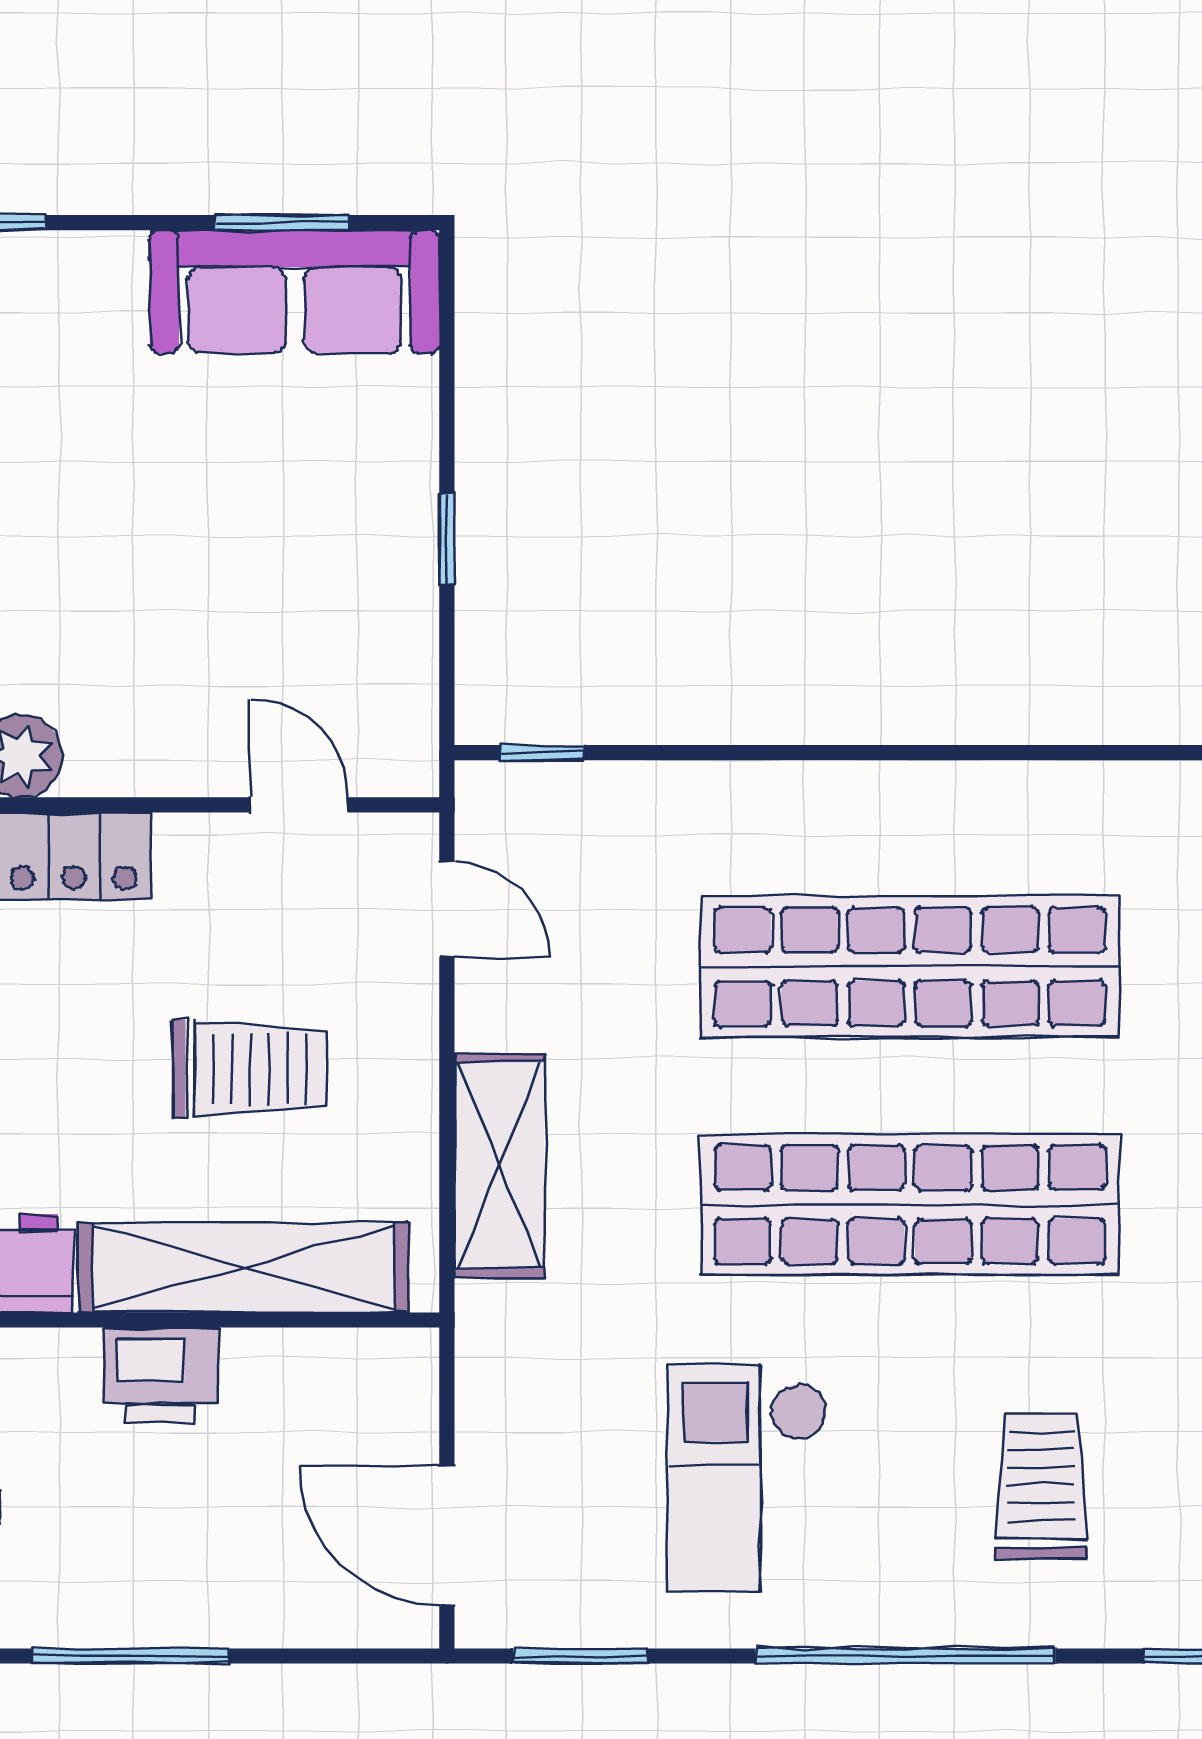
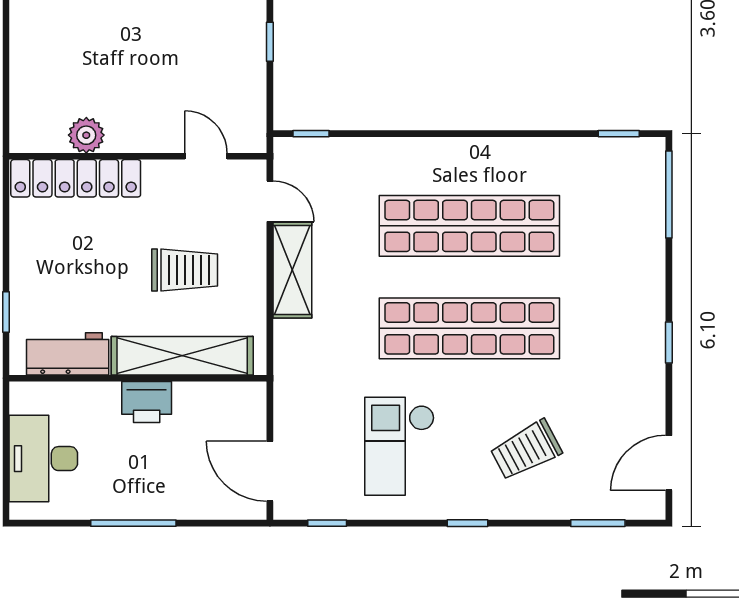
shelving: (499, 1165) -> (292, 270), moved
trolley: (1041, 1487) -> (526, 450), turned -118
window: (580, 1656) -> (327, 523), width x0.67
window: (905, 1656) -> (467, 523), width x0.32

